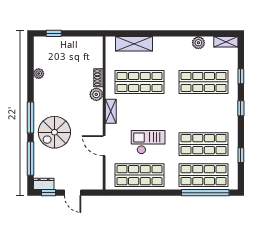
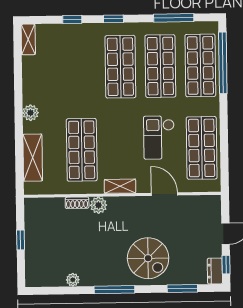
window: (54, 33) -> (21, 240), moved
plant: (198, 43) -> (31, 113), moved
shop shelf: (204, 82) -> (120, 67), moved
window: (30, 117) -> (114, 290), moved
door: (104, 146) -> (165, 194), swing flipped
window: (241, 155) -> (174, 18), width x2.17
window: (30, 158) -> (182, 289), width x0.69

